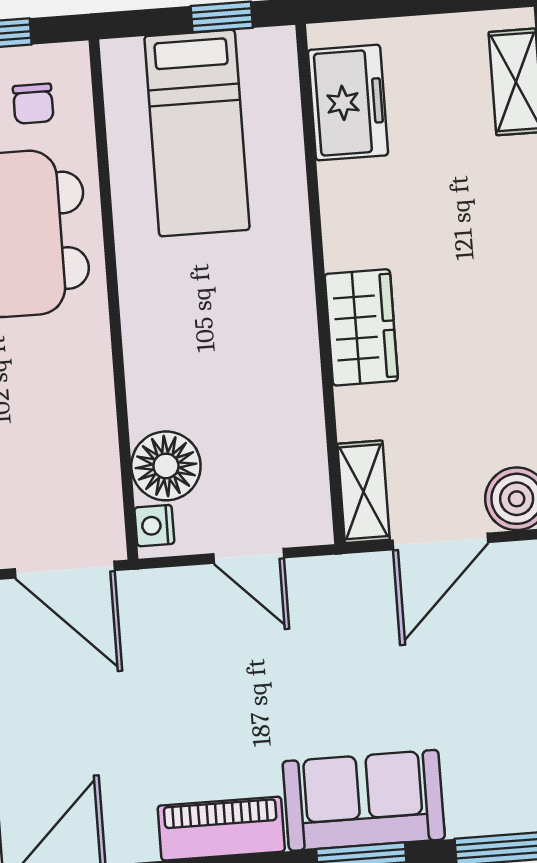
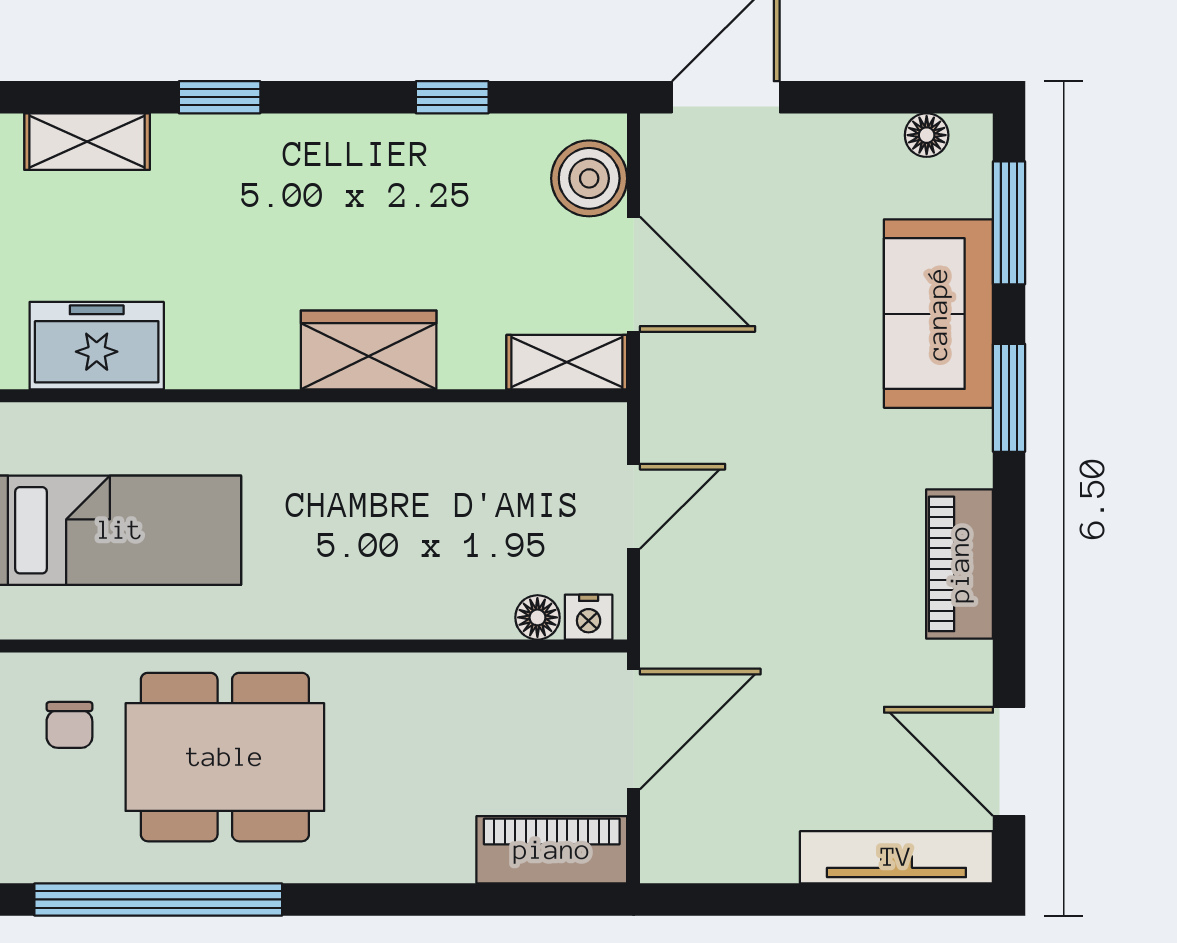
chair: (33, 104) -> (69, 725), turned 90
floor lamp: (166, 466) -> (537, 617), width x0.53, depth x0.53
sofa: (364, 800) -> (938, 314), moved

